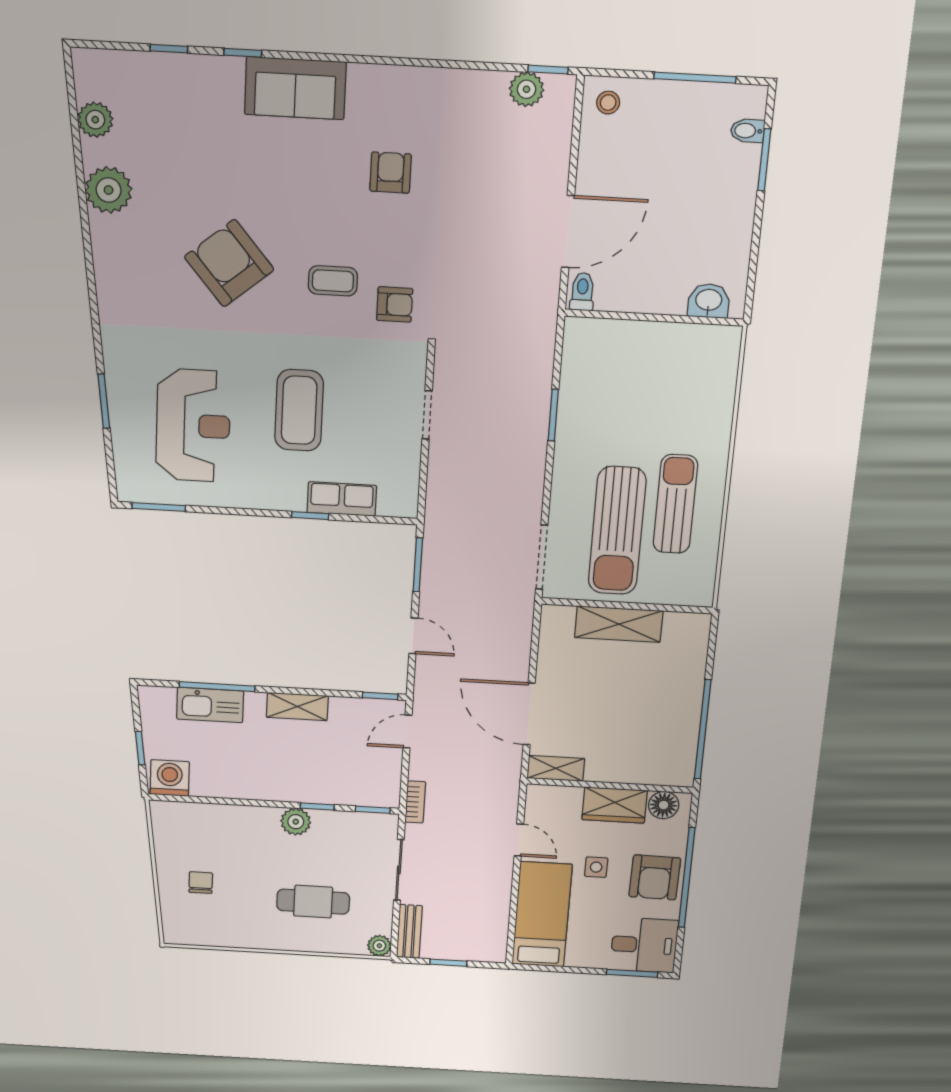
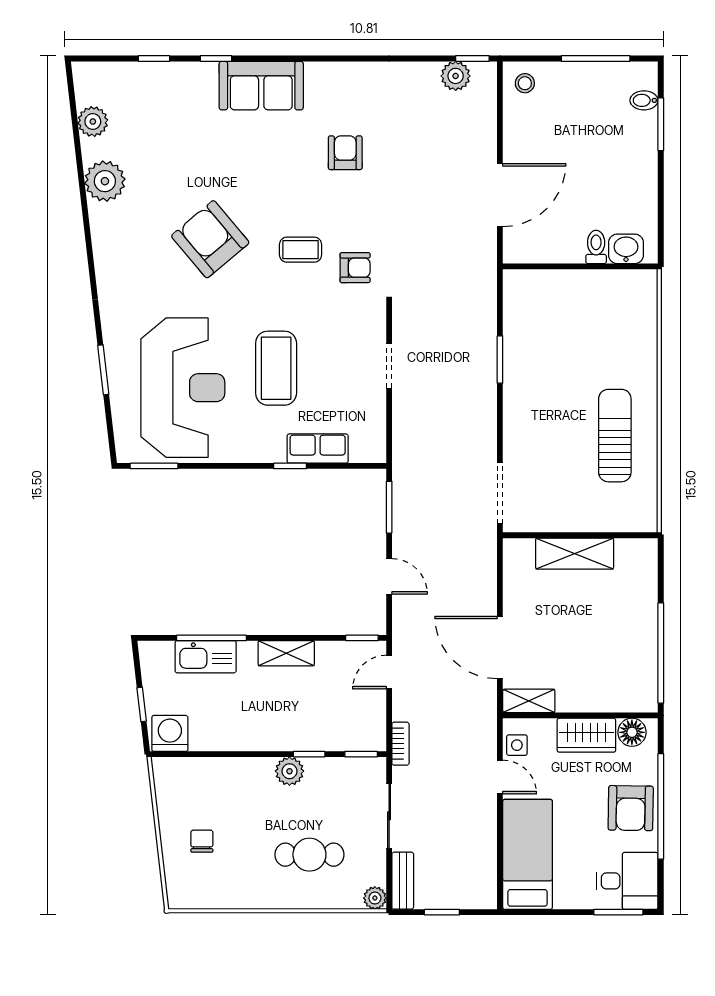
toilet: (582, 292) -> (596, 247), moved
reception desk: (193, 425) -> (183, 388), width x1.36, depth x1.30
sun lounger: (617, 531) -> (565, 464), removed
side table: (596, 867) -> (517, 745), moved

